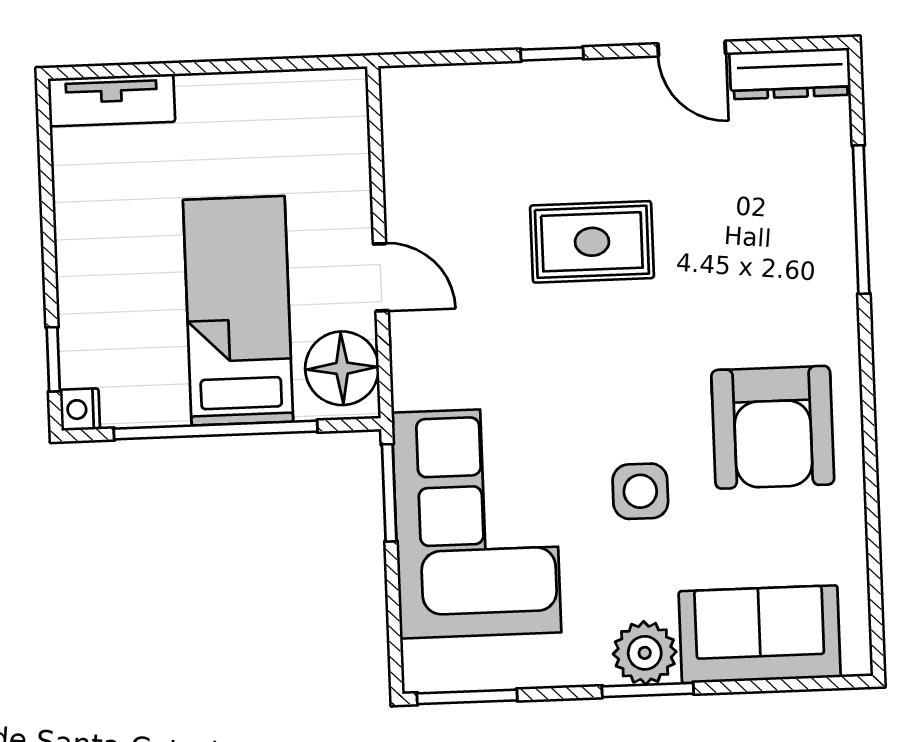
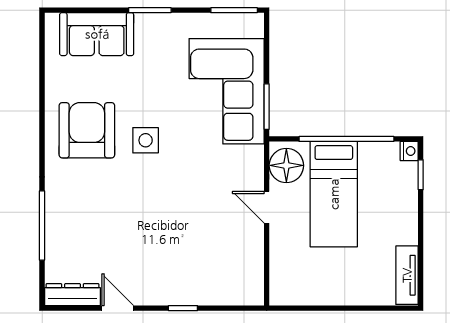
tv unit: (112, 100) -> (407, 275), moved, turned -90
rug: (592, 242) -> (168, 220), removed
side table: (640, 491) -> (146, 140), moved
plant: (645, 653) -> (151, 28), removed

